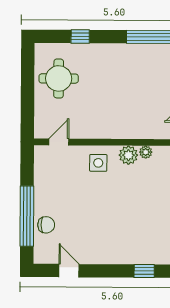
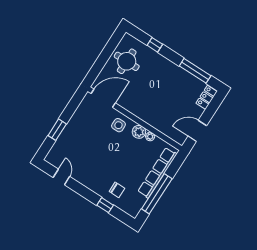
door: (59, 142) -> (103, 98), width x1.87
window: (27, 216) -> (57, 130), width x0.47
chair: (46, 225) -> (117, 190), moved

